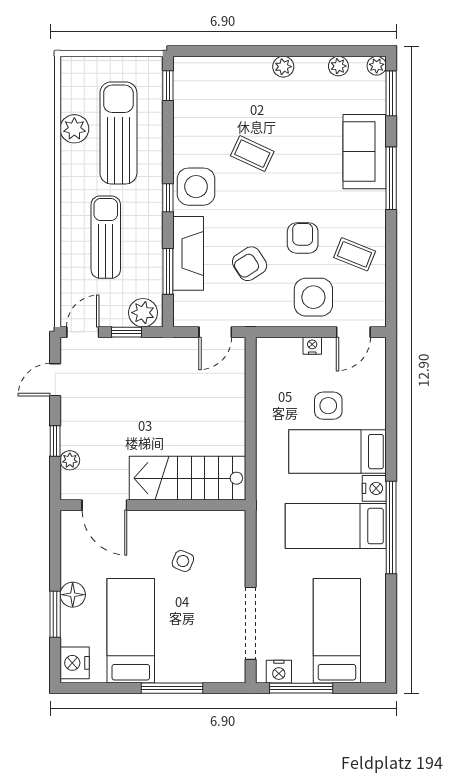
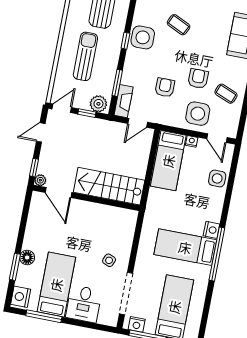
fireplace: (188, 253) -> (124, 101), moved, width x0.73, depth x0.76
armchair: (250, 264) -> (165, 87), turned 123
door: (353, 332) -> (217, 138), hinge flipped
side table: (328, 406) -> (217, 178), moved
bed: (338, 452) -> (168, 161), moved, turned -90
stairs: (188, 478) -> (109, 186), moved
door: (104, 505) -> (58, 192), moved
wall: (153, 505) -> (86, 198), moved
side table: (183, 561) -> (109, 260), moved
desk: (183, 654) -> (84, 304), added
window: (172, 688) -> (44, 316), moved

